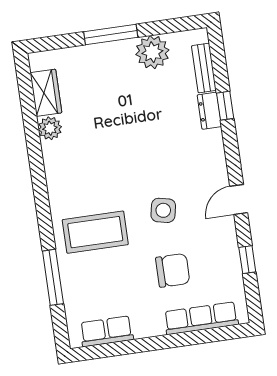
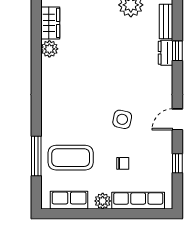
coffee table: (95, 232) -> (71, 158), moved
chair: (173, 270) -> (123, 163), width x0.54, depth x0.54
plant: (153, 326) -> (103, 201), added

